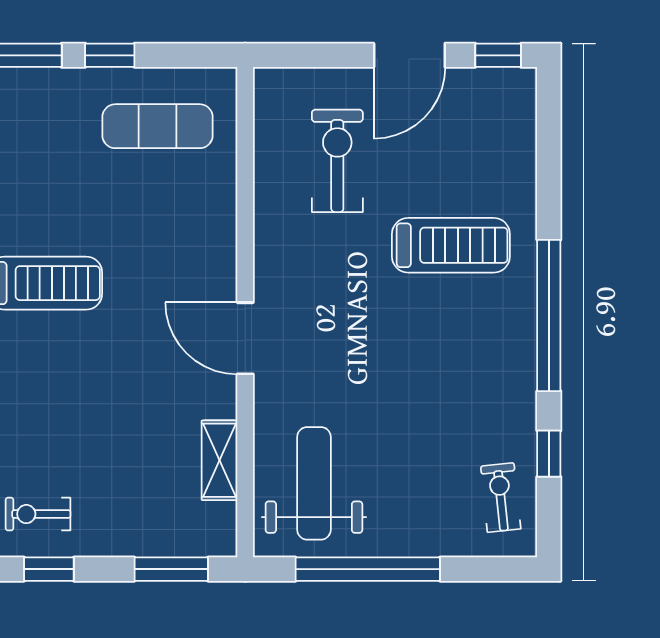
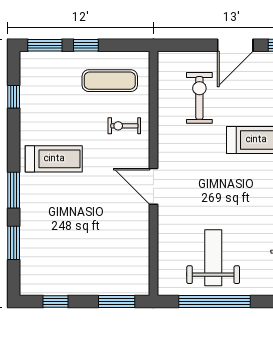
shelving: (219, 460) -> (141, 247), removed
weight bench: (314, 483) -> (213, 258), moved
exercise bike: (38, 514) -> (124, 126), moved

